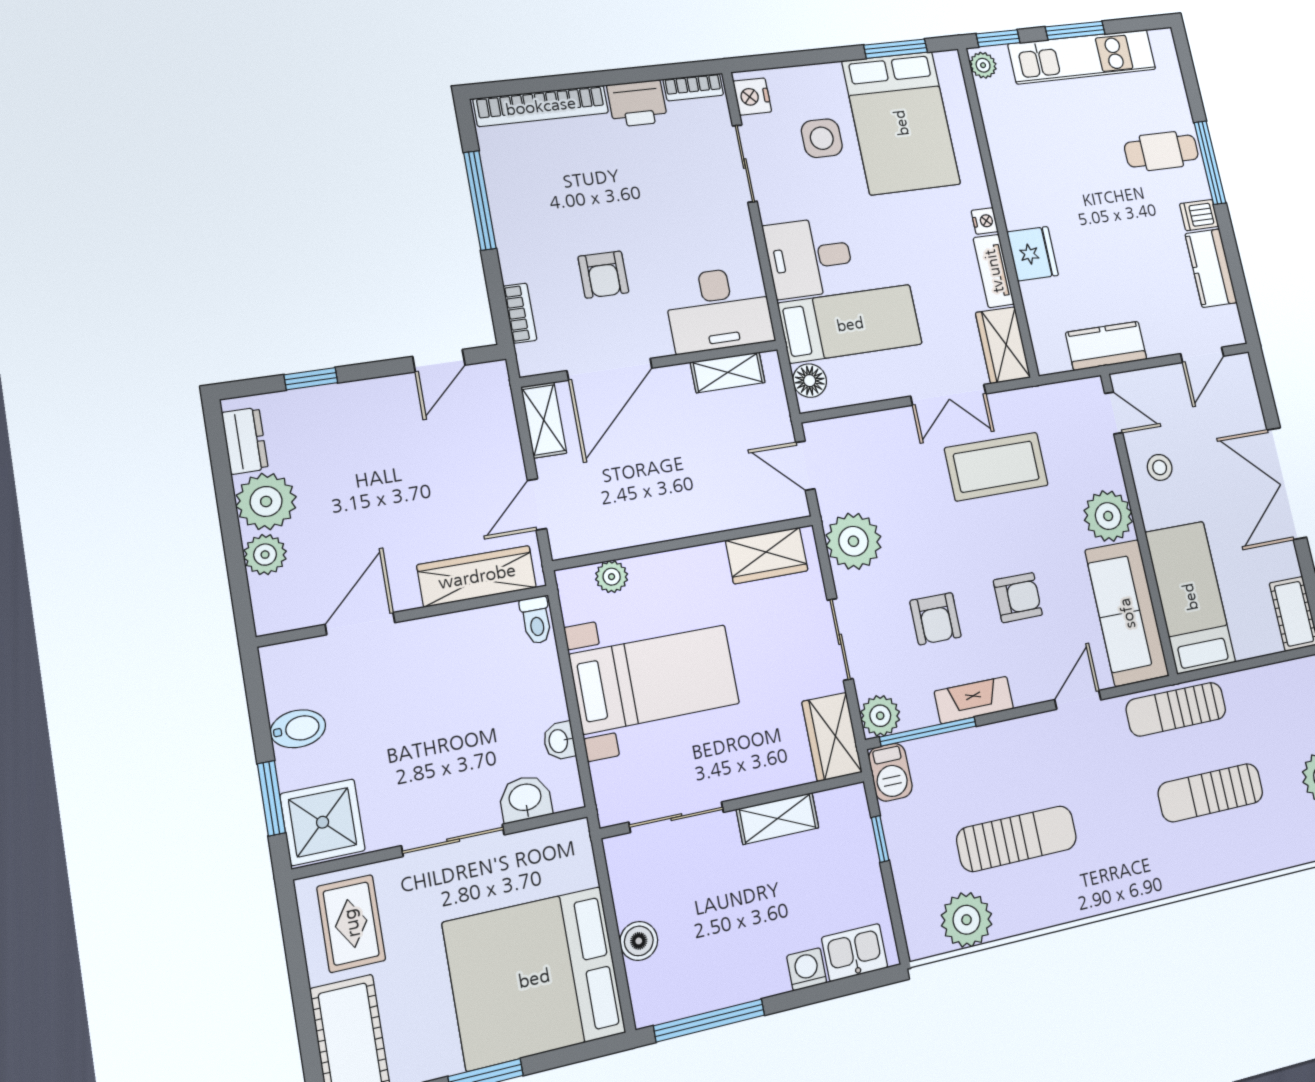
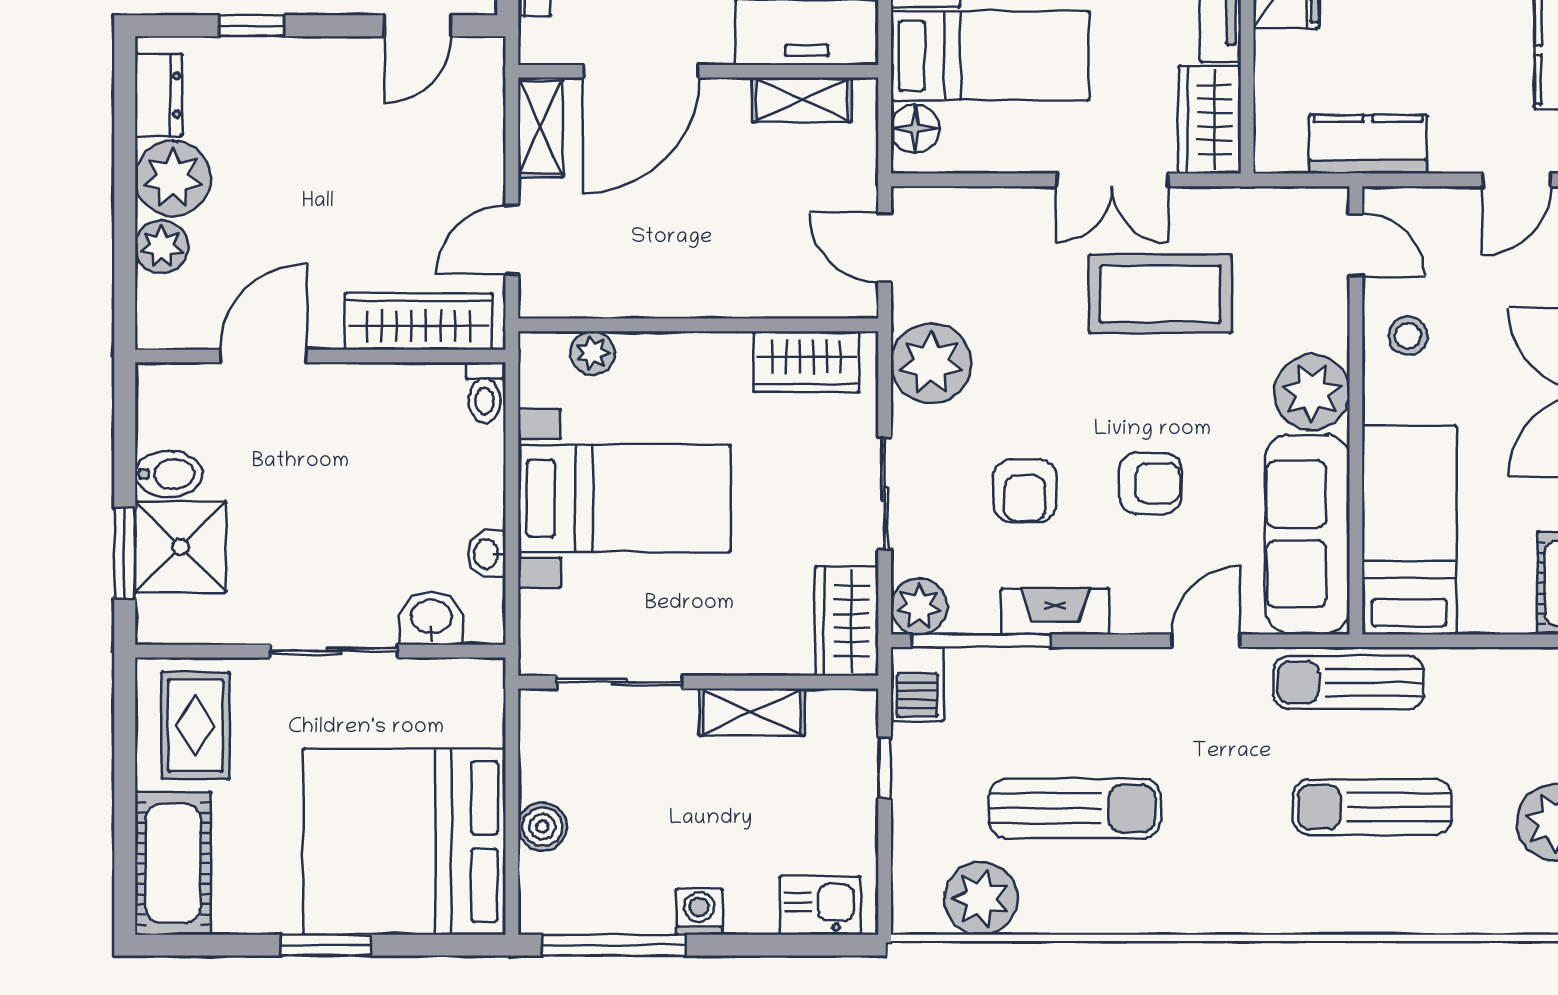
shower: (323, 822) -> (181, 547), moved
washing machine: (807, 969) -> (699, 912), moved

